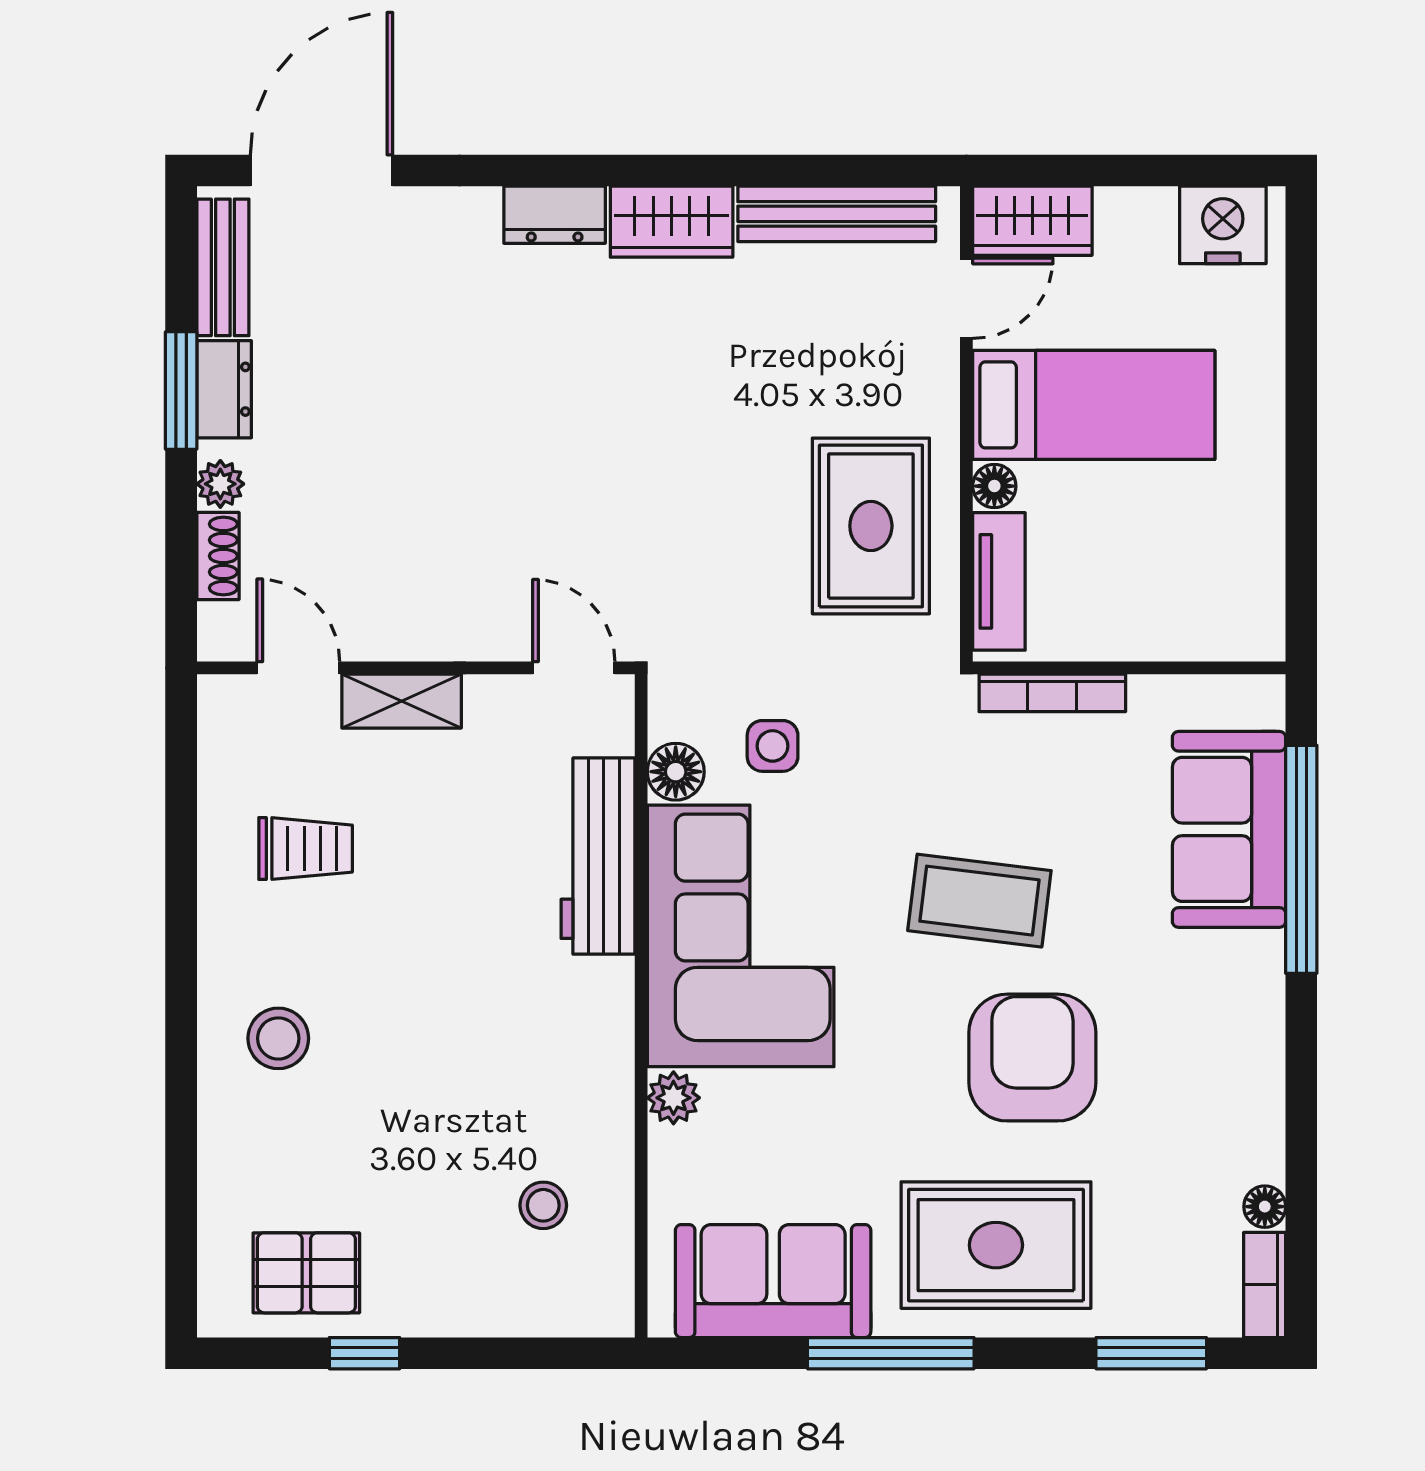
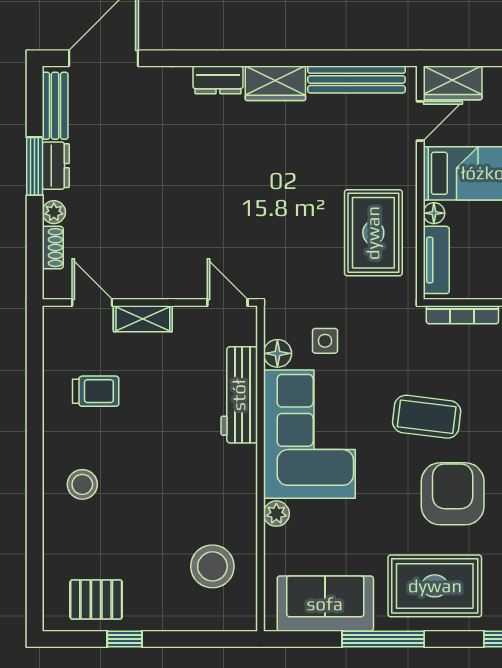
stool: (543, 1205) -> (212, 566), width x1.89, depth x1.89

